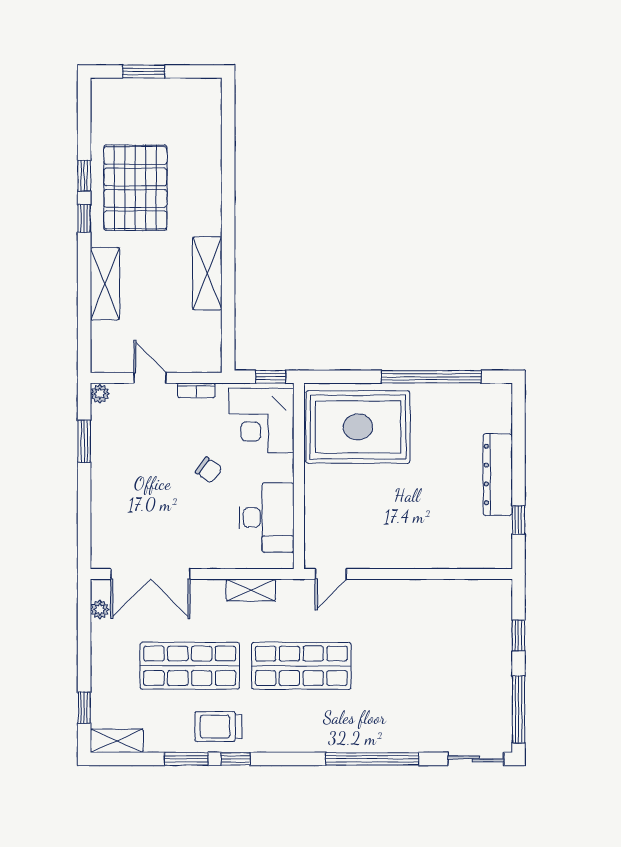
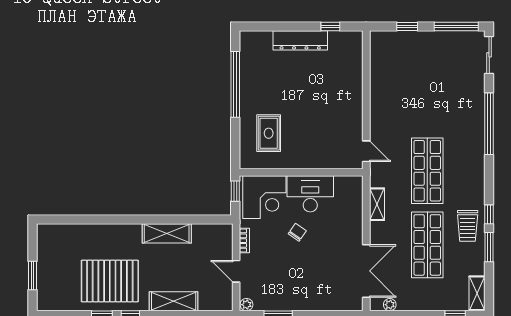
door: (150, 378) -> (236, 271), hinge flipped
rug: (358, 427) -> (269, 133), width x0.54, depth x0.49
desk: (267, 518) -> (310, 194), moved

